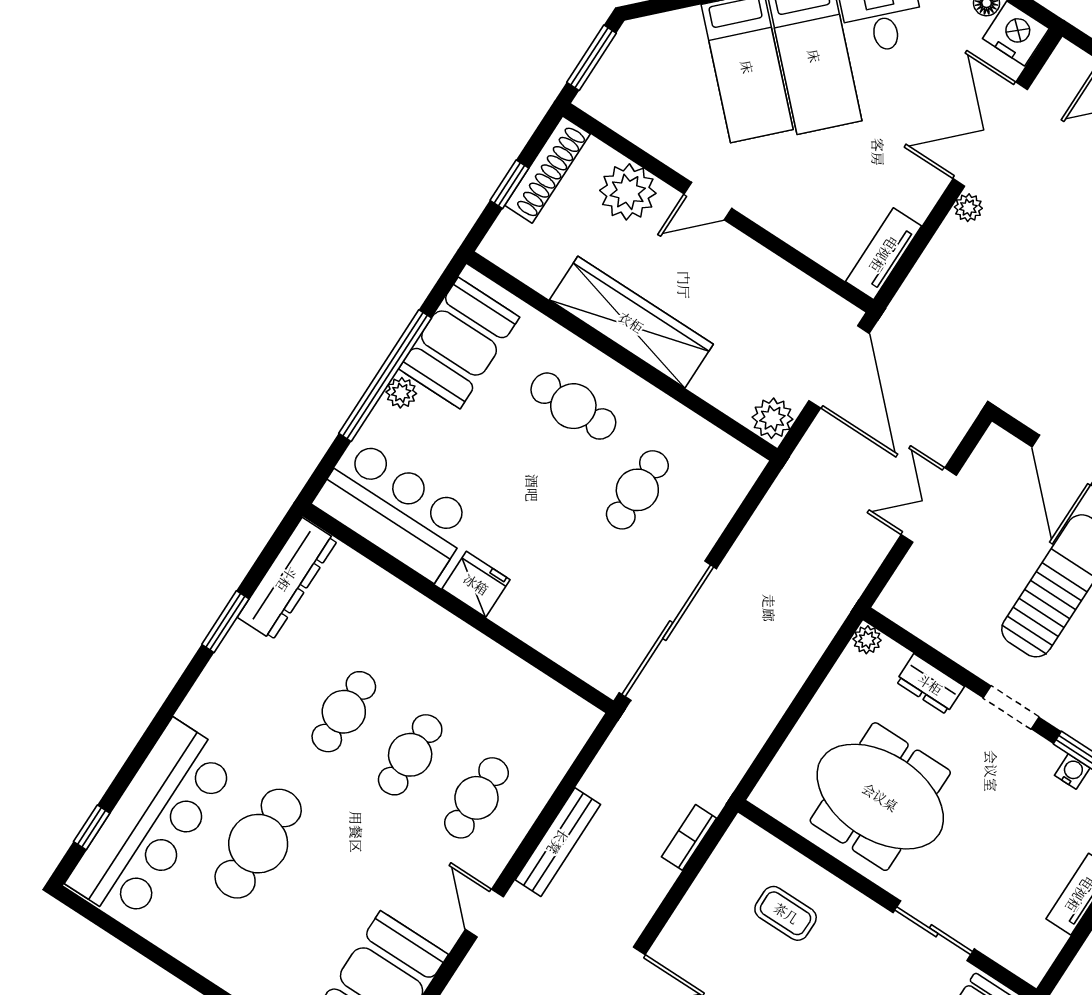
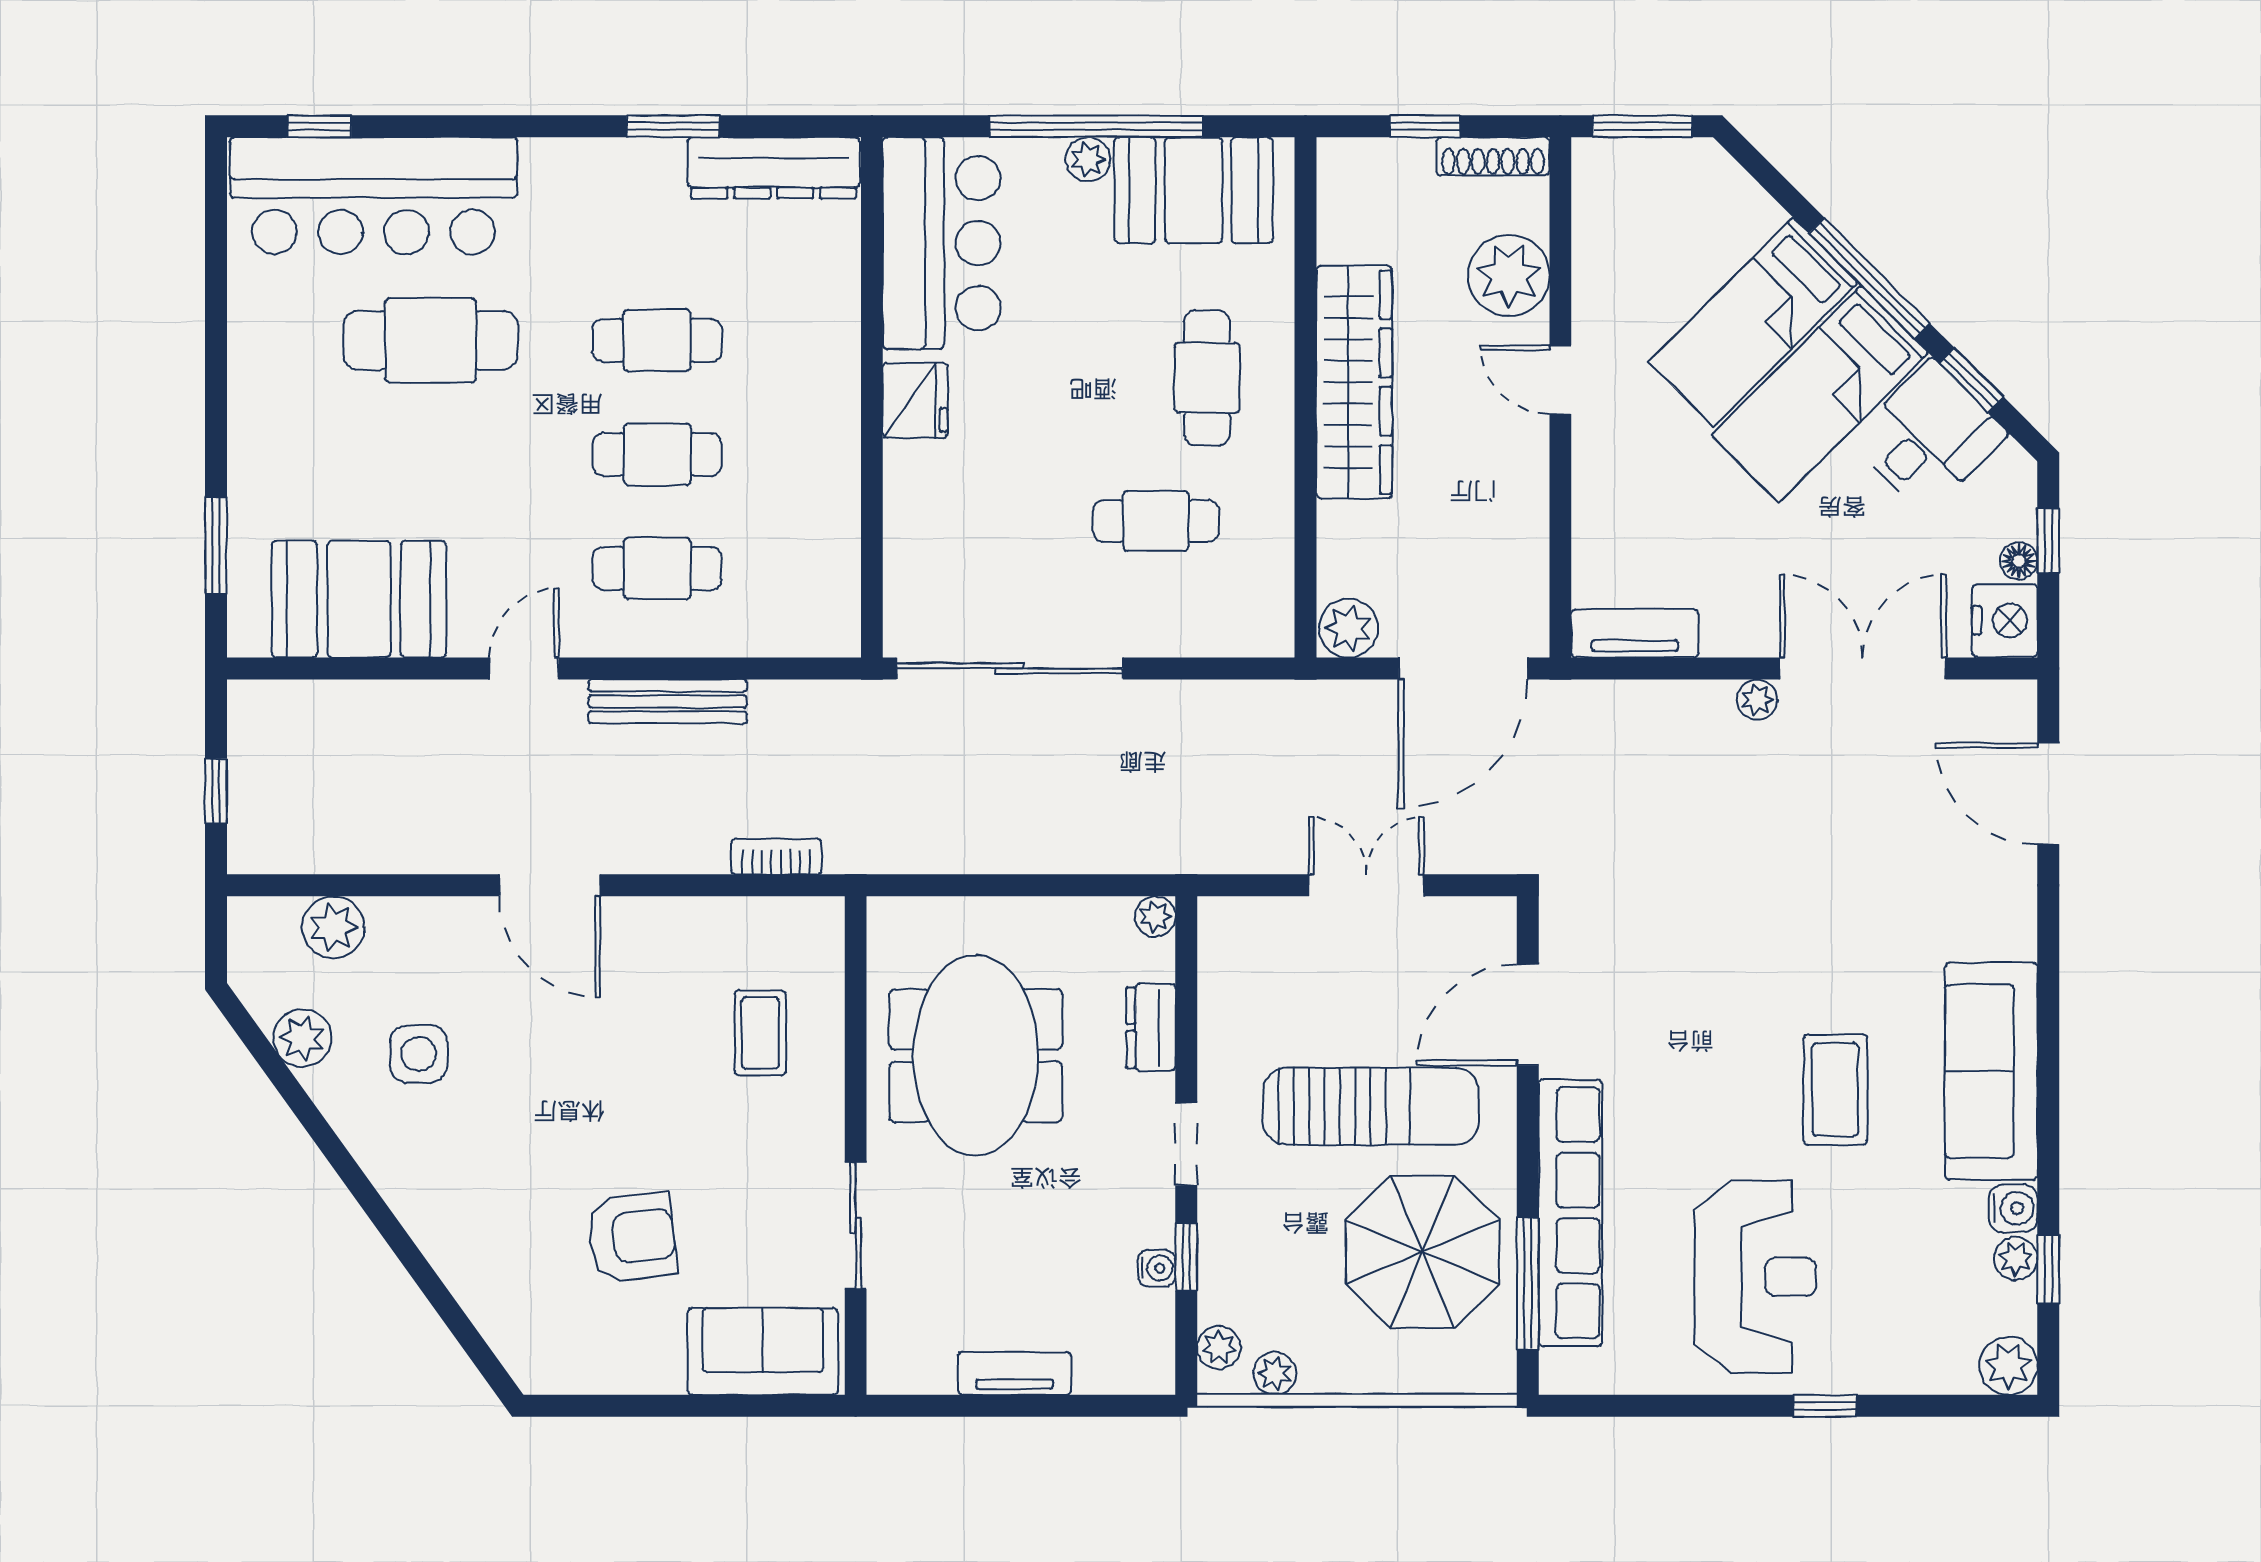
shoe rack: (547, 170) -> (1493, 156), width x0.74, depth x0.81

